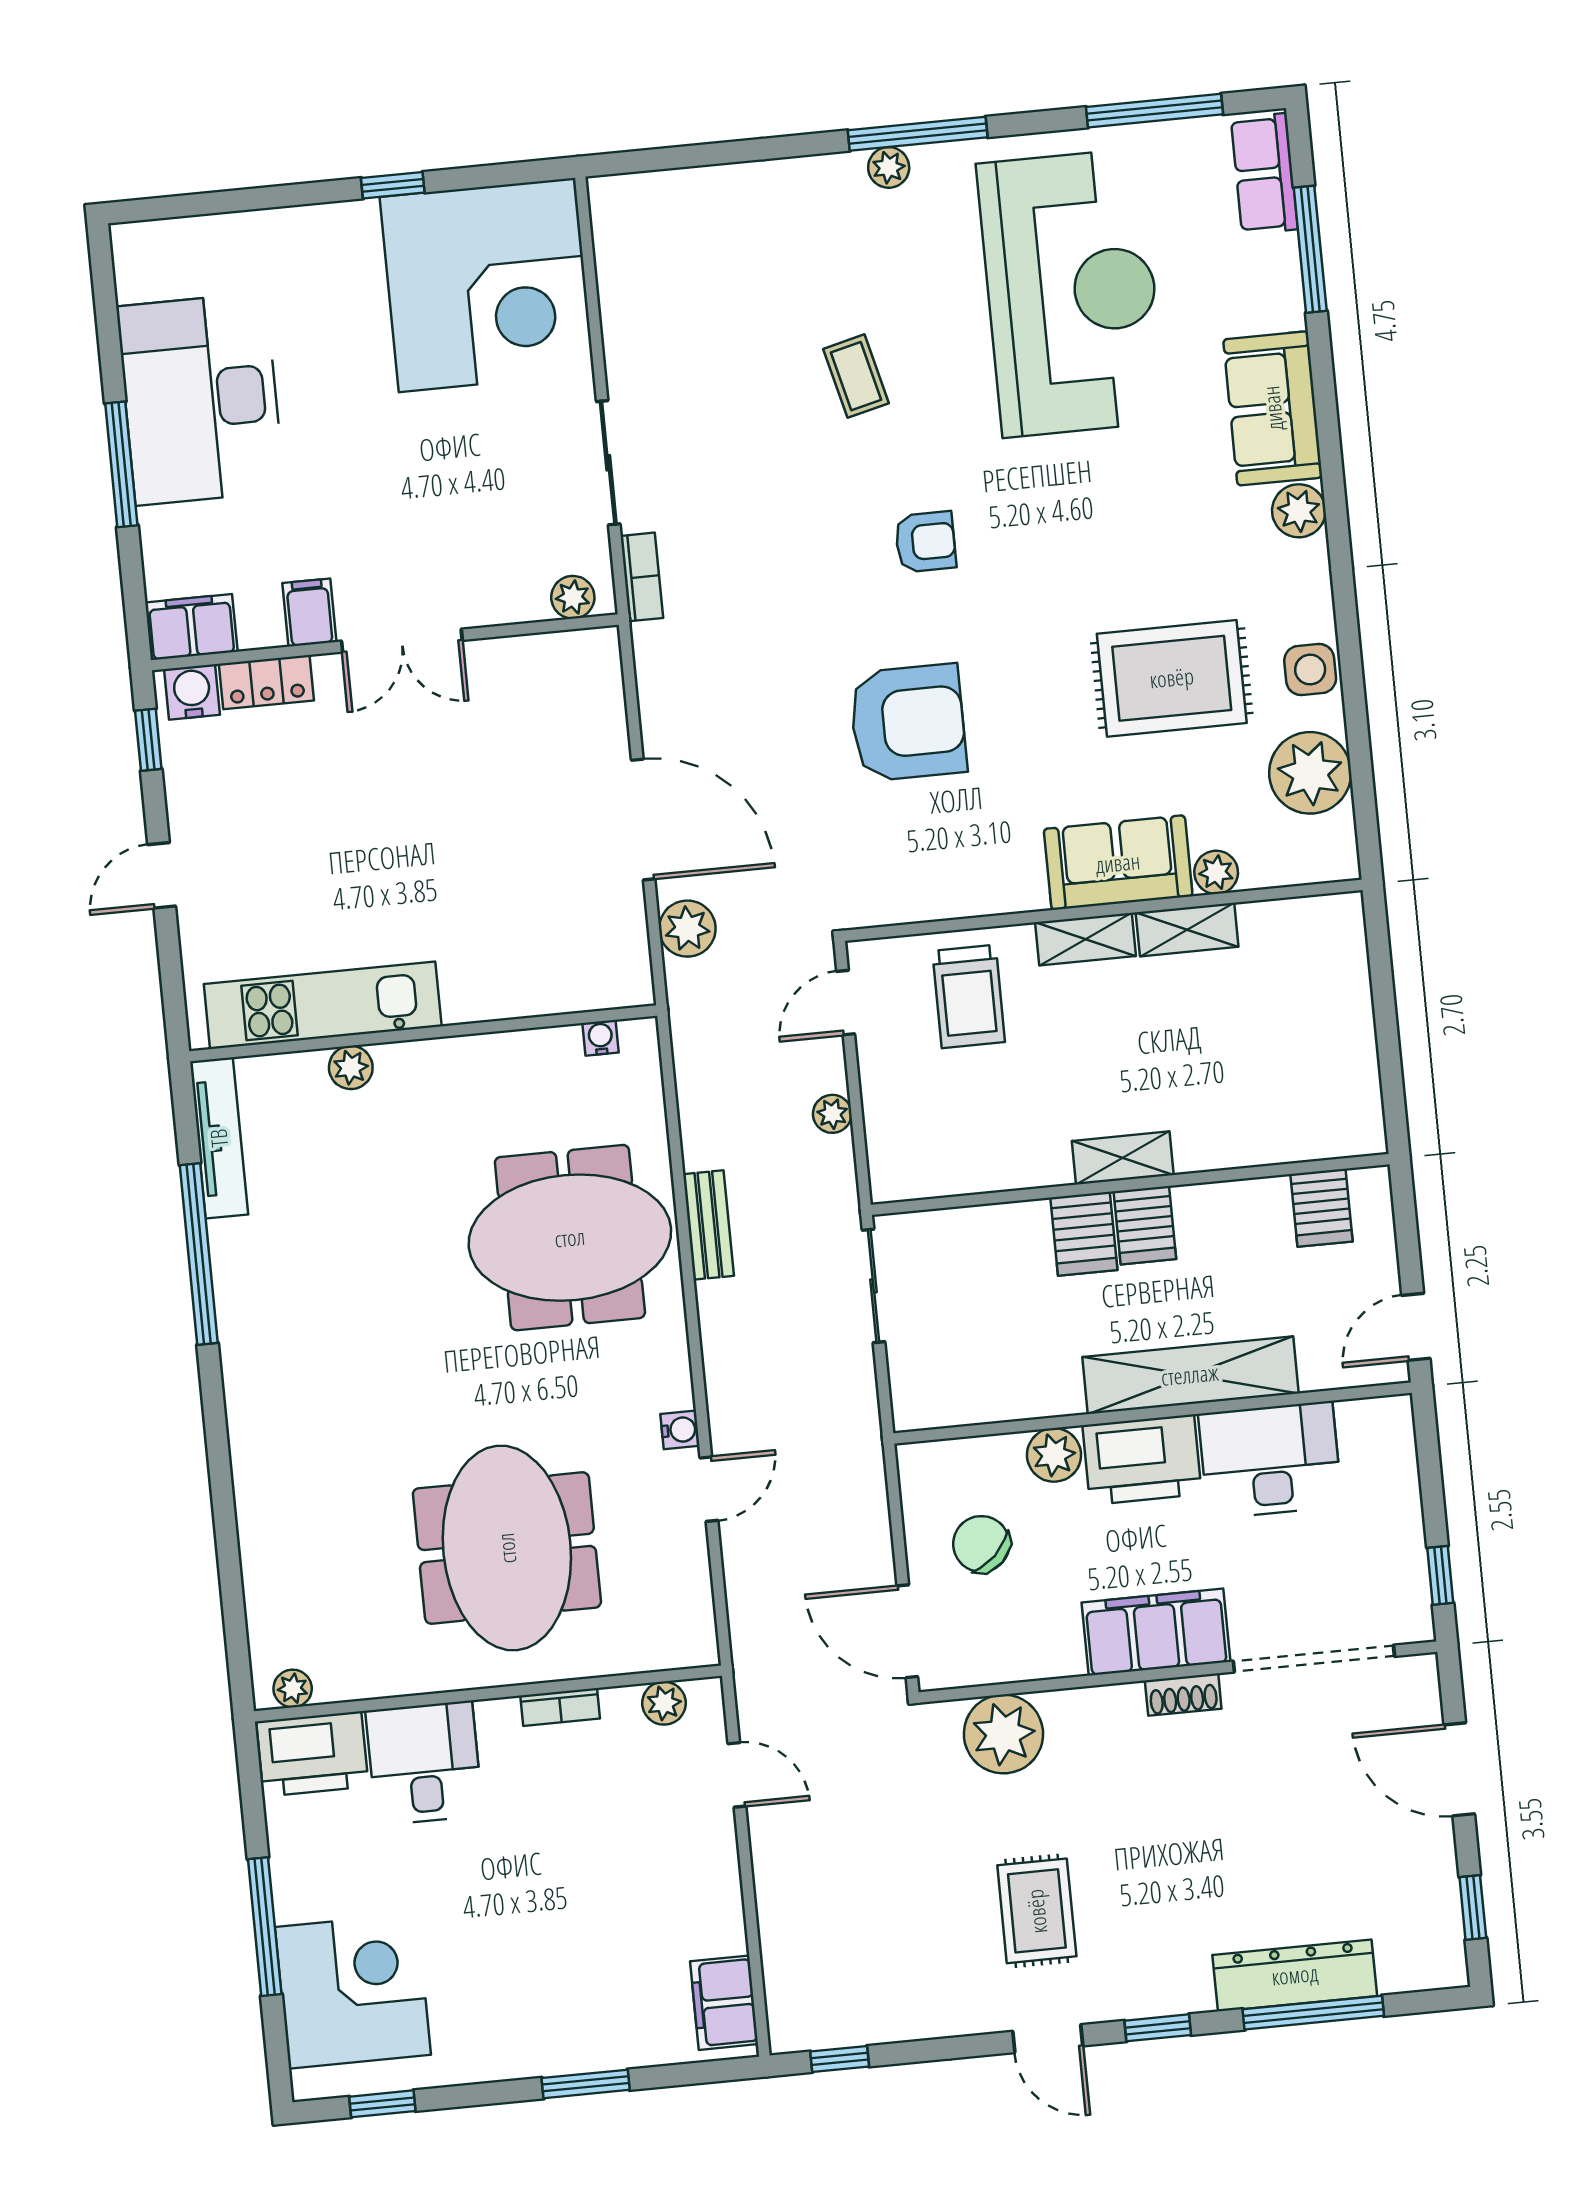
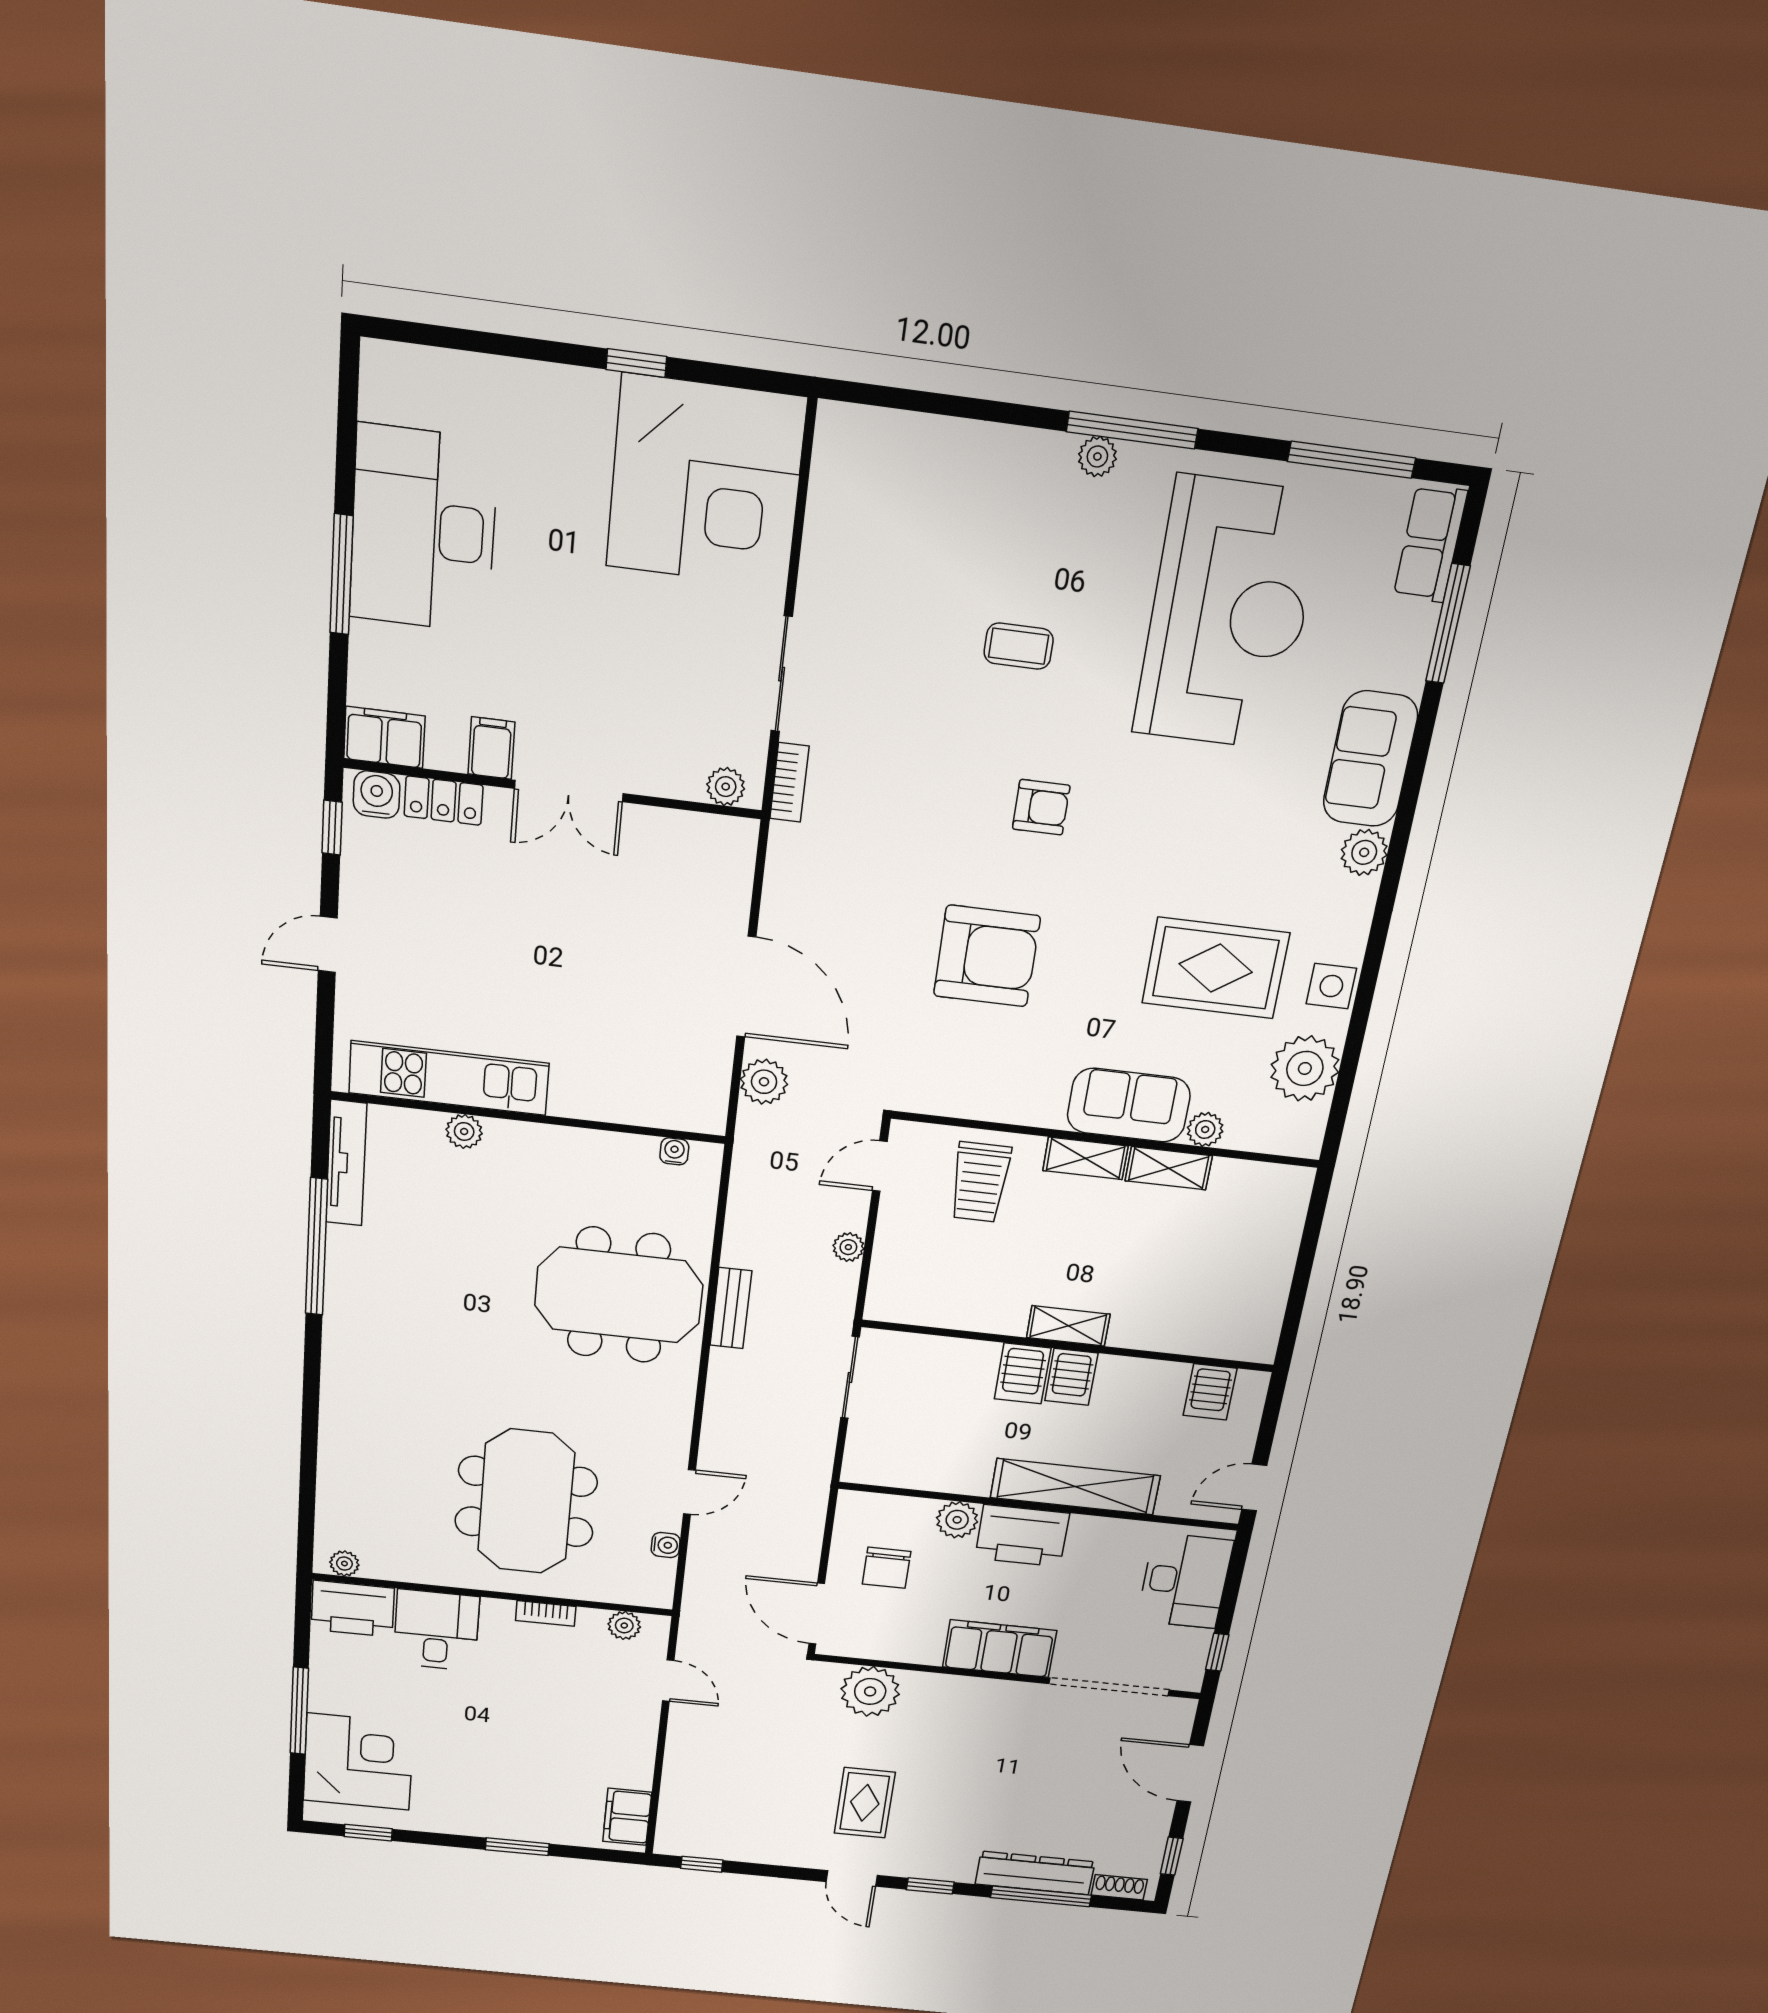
coffee table: (856, 376) -> (1019, 646), turned -76
water cooler: (680, 1430) -> (666, 1545), moved
desk: (1270, 1460) -> (1185, 1581), moved, turned 90
chair: (981, 1544) -> (887, 1568), turned -136
shoe rack: (1183, 1695) -> (1119, 1887), moved, turned 180

